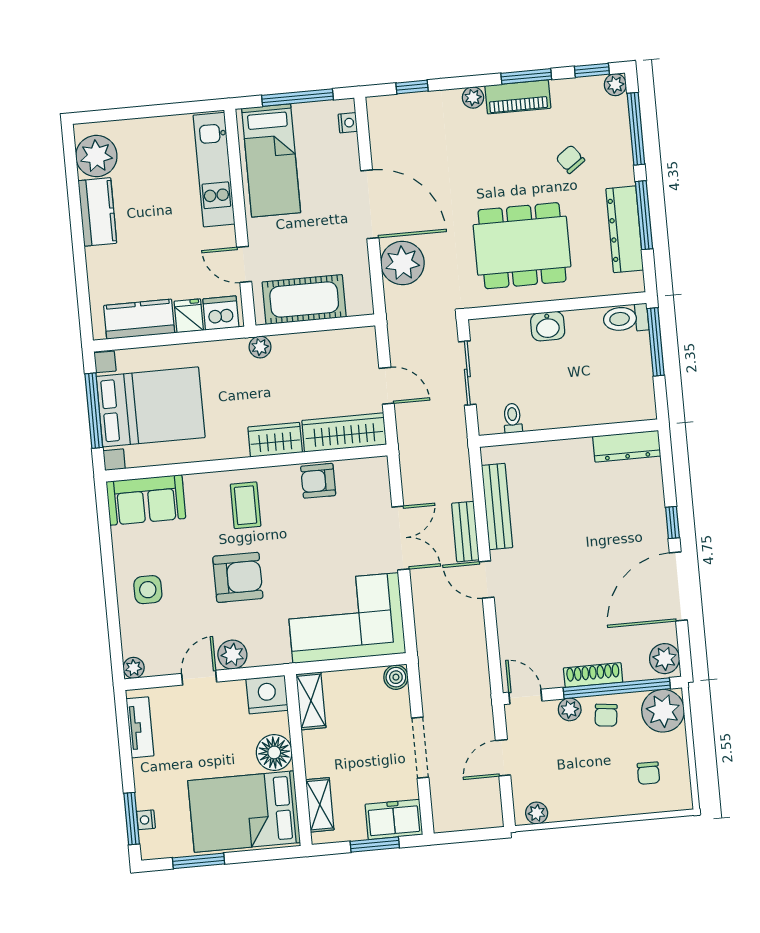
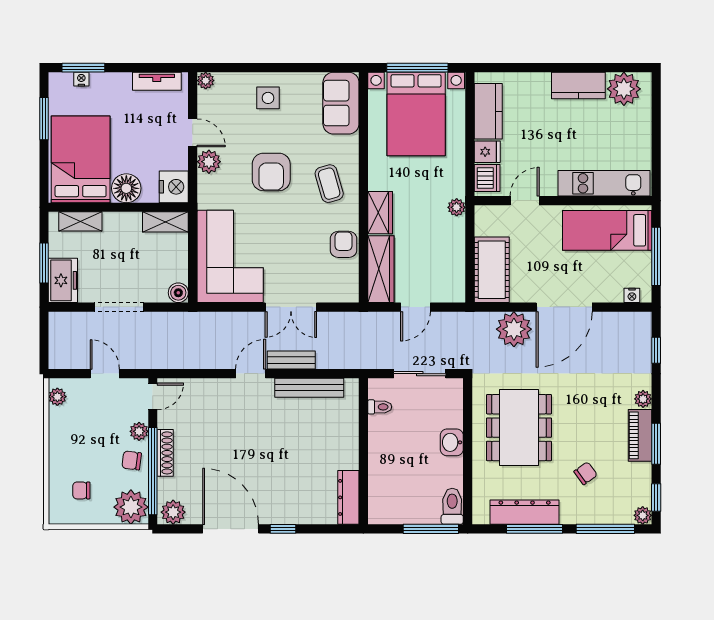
cot: (304, 299) -> (492, 270), moved
coffee table: (246, 505) -> (329, 184), turned 74

